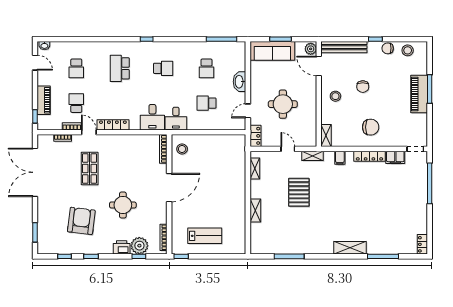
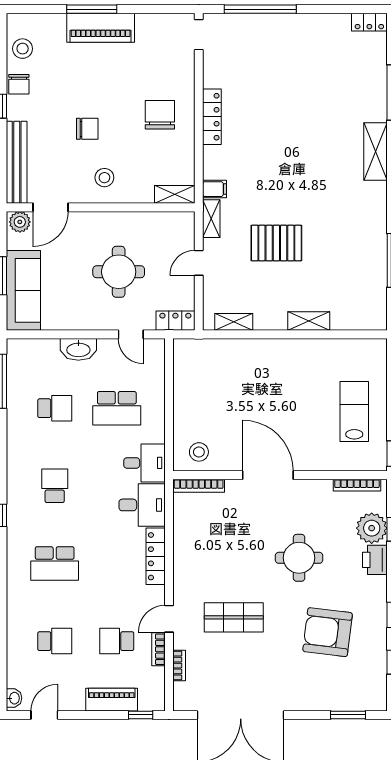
school desk: (207, 103) -> (117, 408), width x1.85
locker: (113, 125) -> (156, 556), moved
filing cabinet: (395, 157) -> (214, 71), removed
filing cabinet: (340, 158) -> (215, 189), moved

